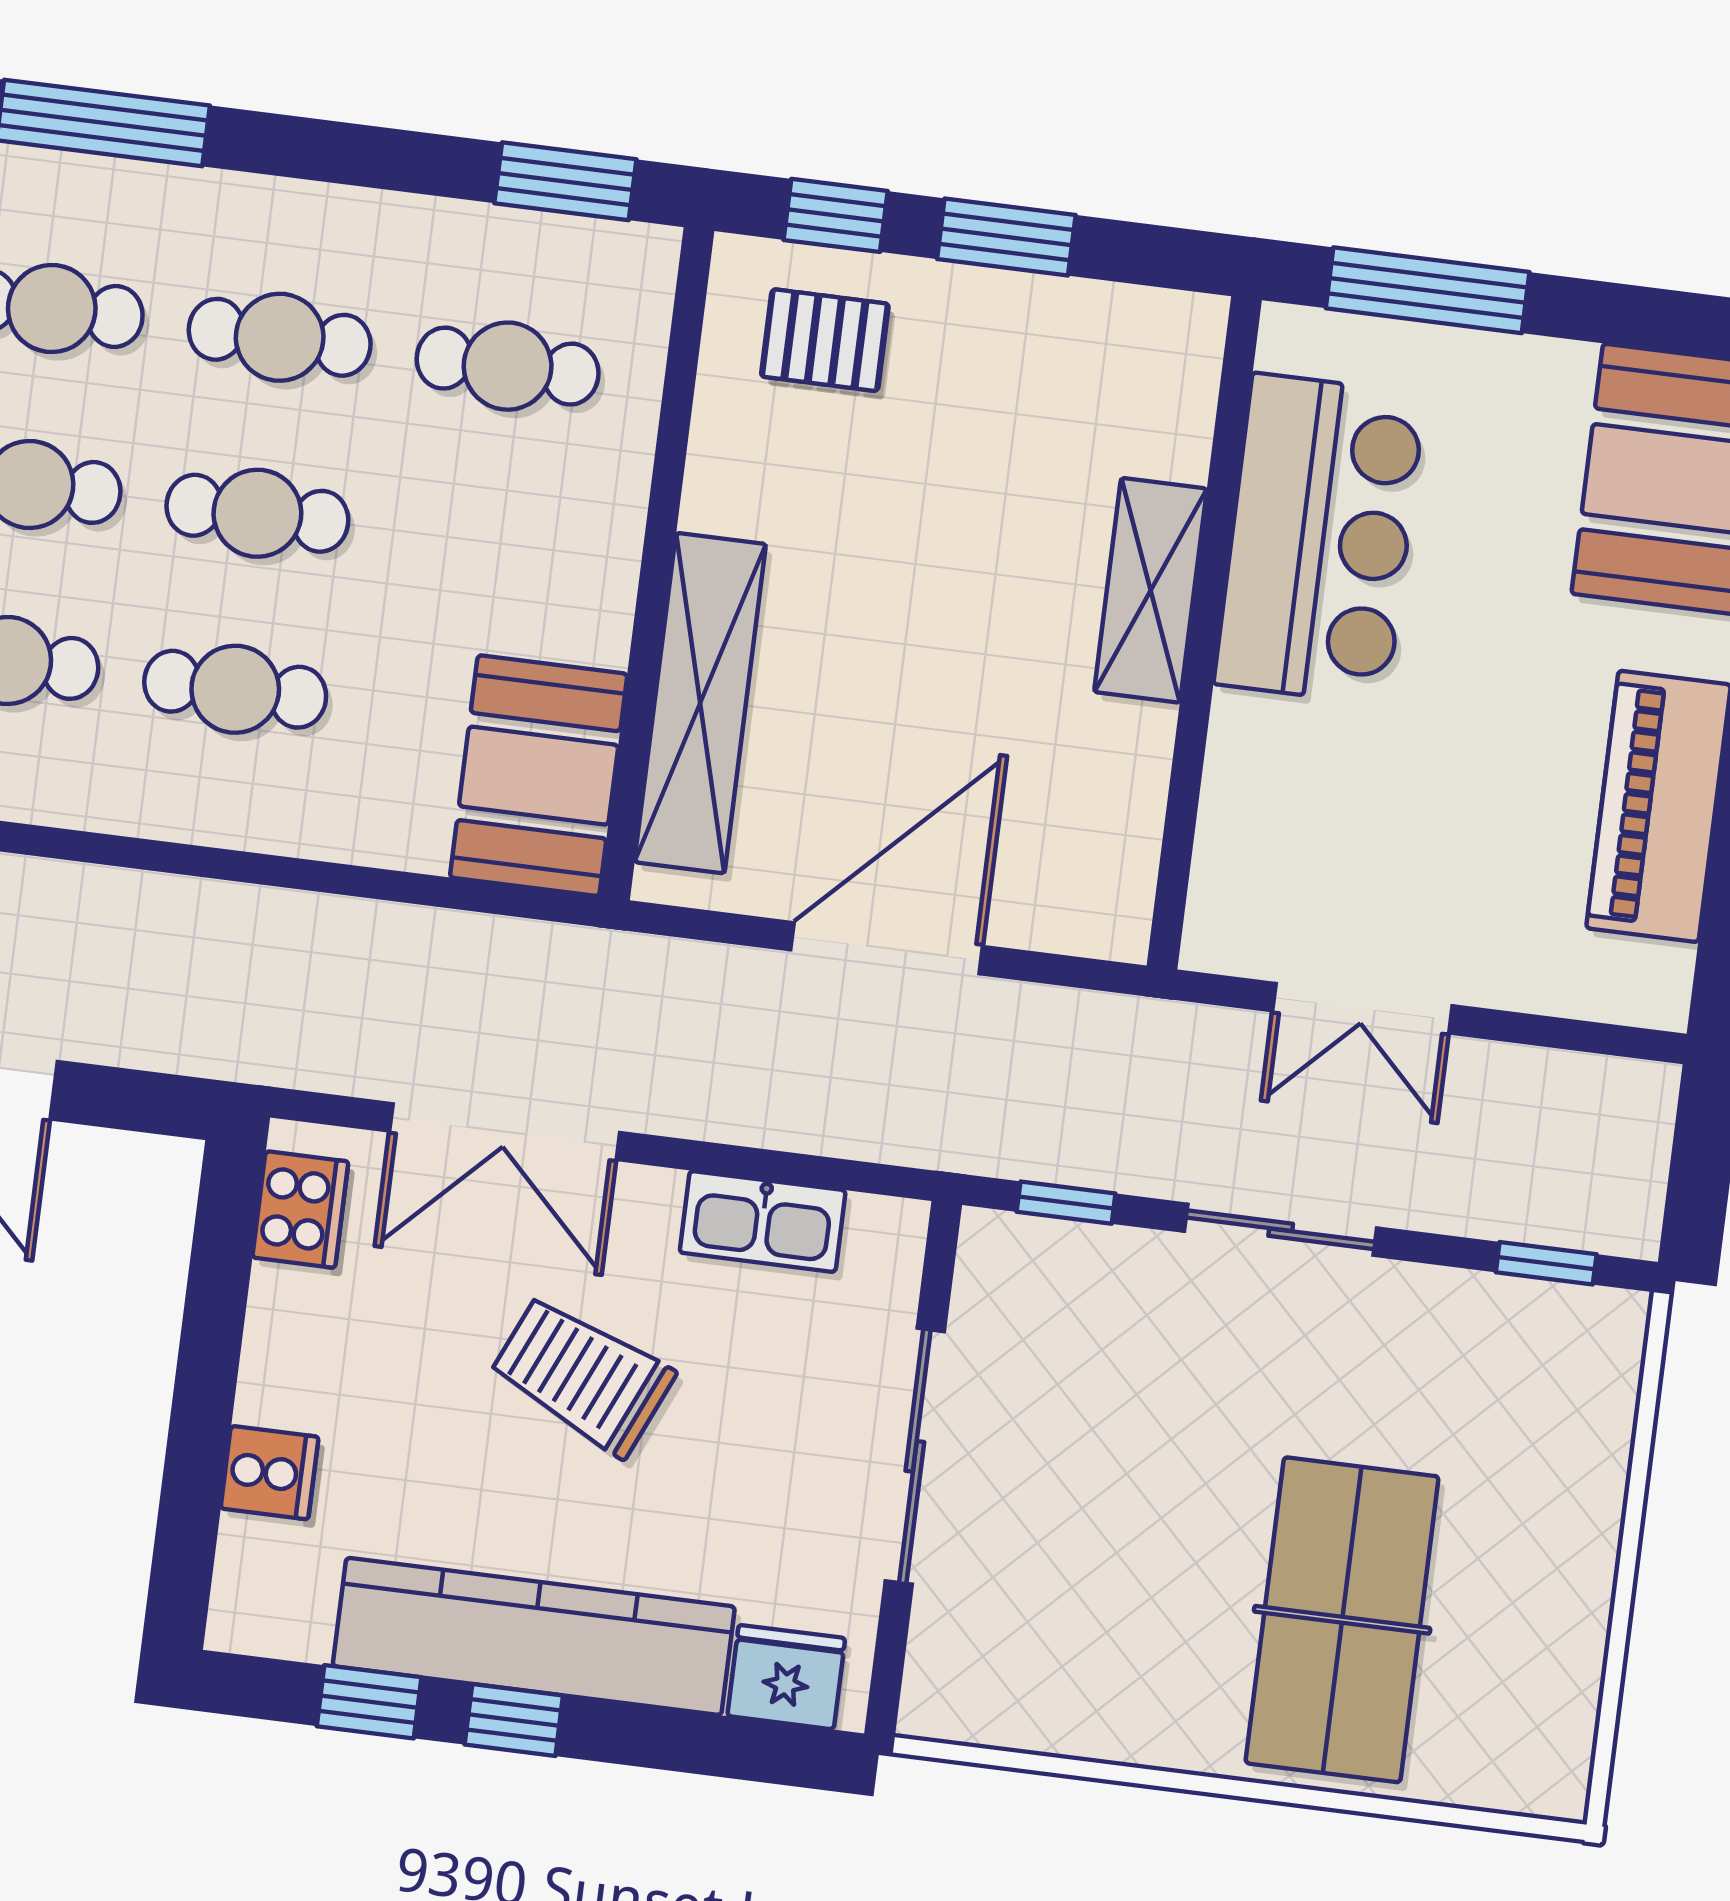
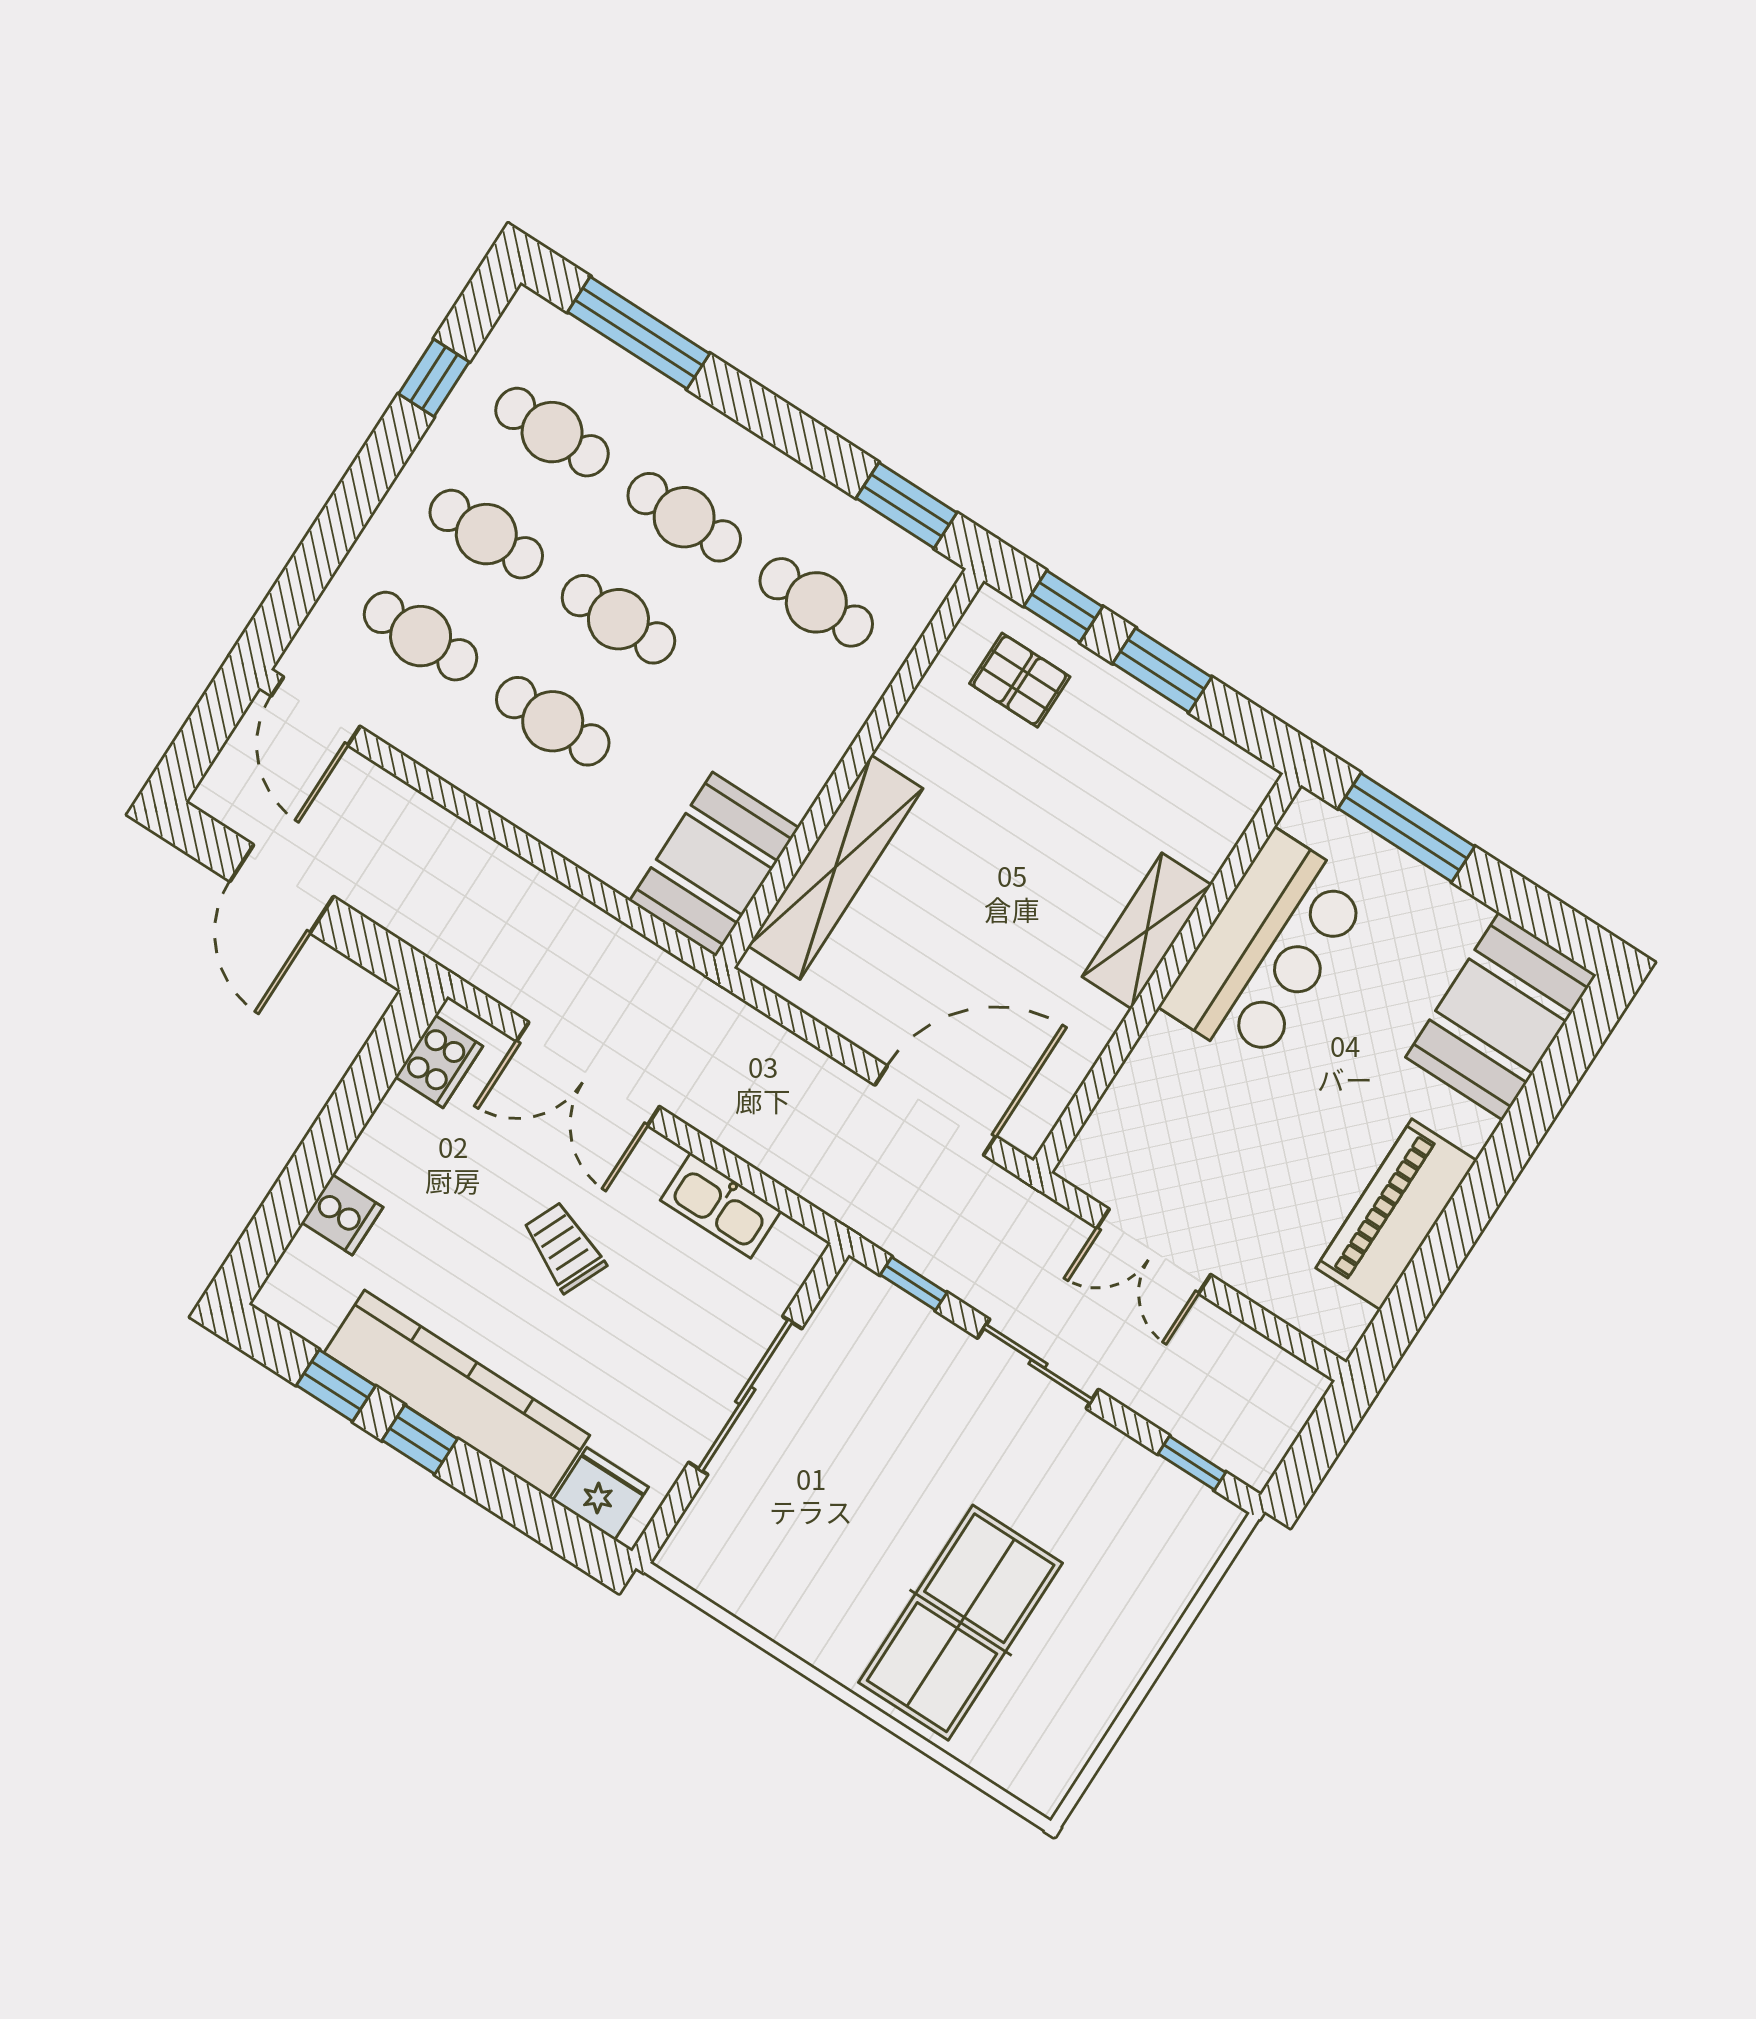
door: (887, 948) -> (935, 1111), moved
trolley: (582, 1375) -> (564, 1247), width x0.73, depth x0.72

